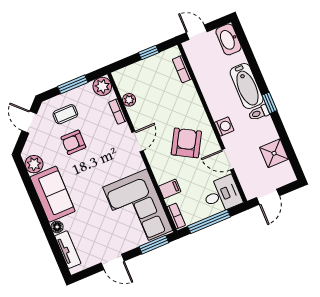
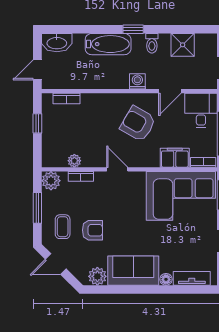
toilet: (259, 113) -> (152, 43), moved
armchair: (73, 142) -> (92, 230), turned -90
filing cabinet: (170, 189) -> (175, 158), width x2.00

